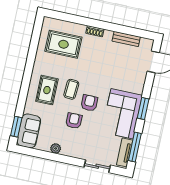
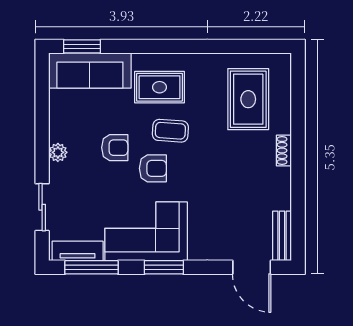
bench: (126, 39) -> (282, 236), moved
sofa: (29, 131) -> (90, 70), width x1.36
plant: (56, 148) -> (58, 152), moved

